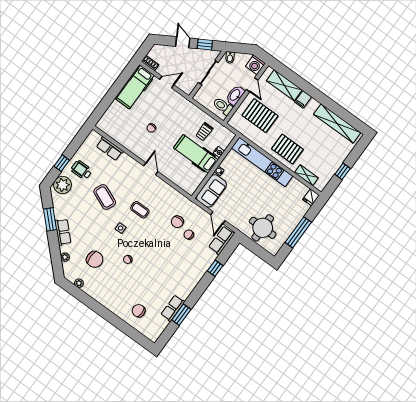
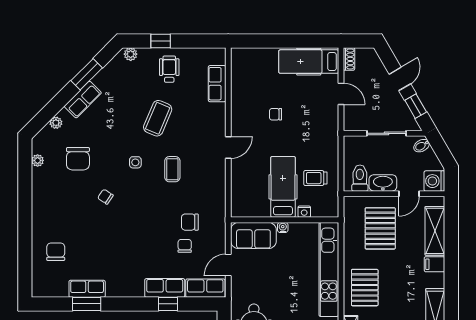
plant: (63, 185) -> (131, 54), width x0.53, depth x0.53
row of seats: (205, 263) -> (165, 288), added

